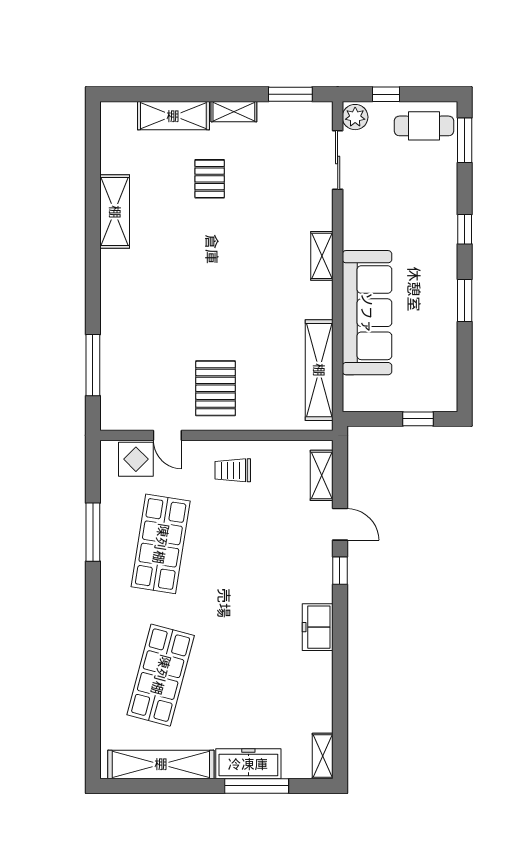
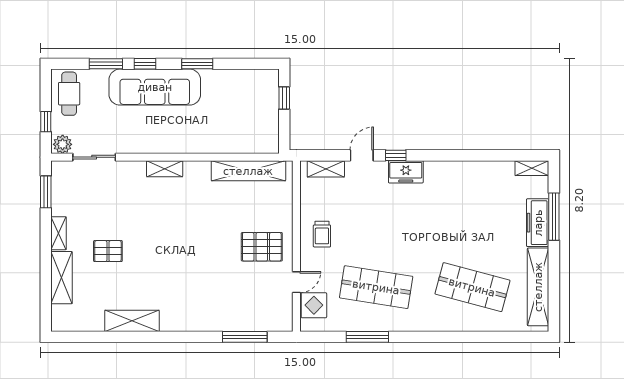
window: (465, 140) -> (106, 64), moved
sofa: (367, 313) -> (155, 87), moved, turned 180
freezer: (318, 627) -> (406, 172), moved

